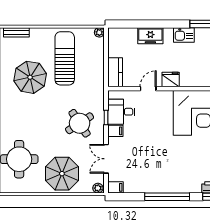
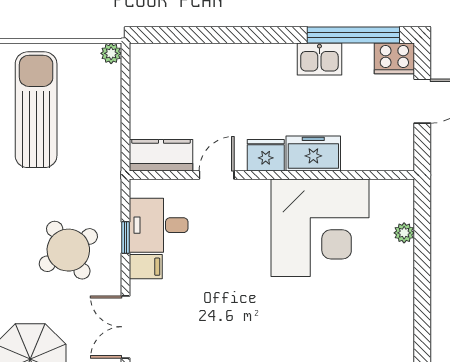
kitchen sink: (184, 35) -> (319, 59), moved
freezer: (150, 36) -> (313, 153), moved, turned 180
kitchen counter: (115, 72) -> (161, 155), moved, turned -90

